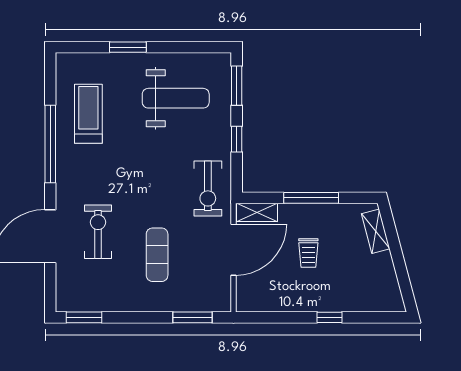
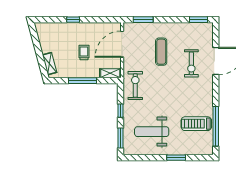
treadmill: (88, 114) -> (196, 124), turned 90
window: (50, 144) -> (216, 126), moved
door: (234, 250) -> (122, 44), moved

